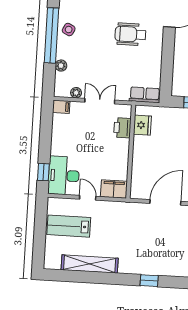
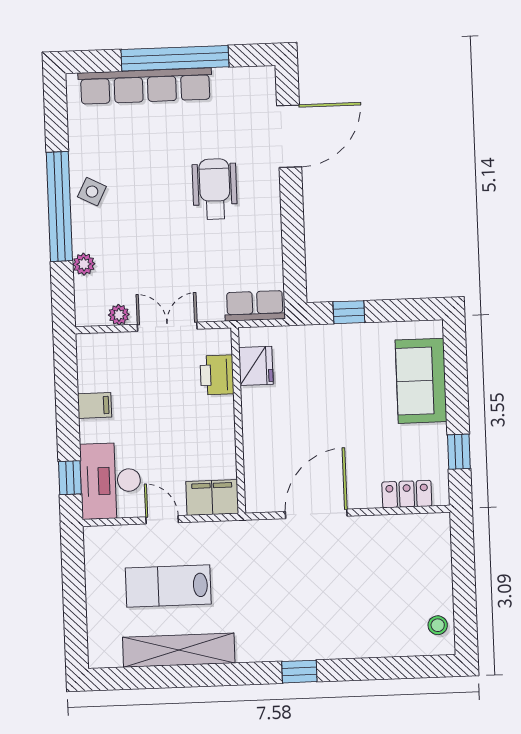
wheelchair: (130, 34) -> (215, 189), turned 90
filing cabinet: (61, 107) -> (95, 405), moved
lab bench: (69, 226) -> (168, 586), moved

